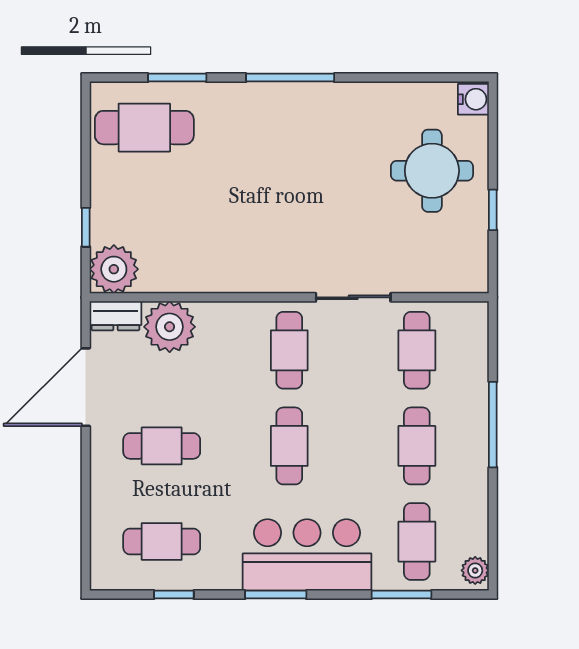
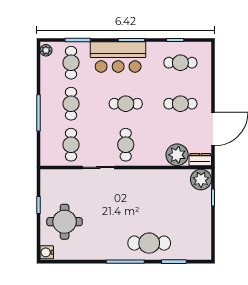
cafe table: (144, 128) -> (149, 243), moved
cafe table: (289, 446) -> (126, 104), turned 90

